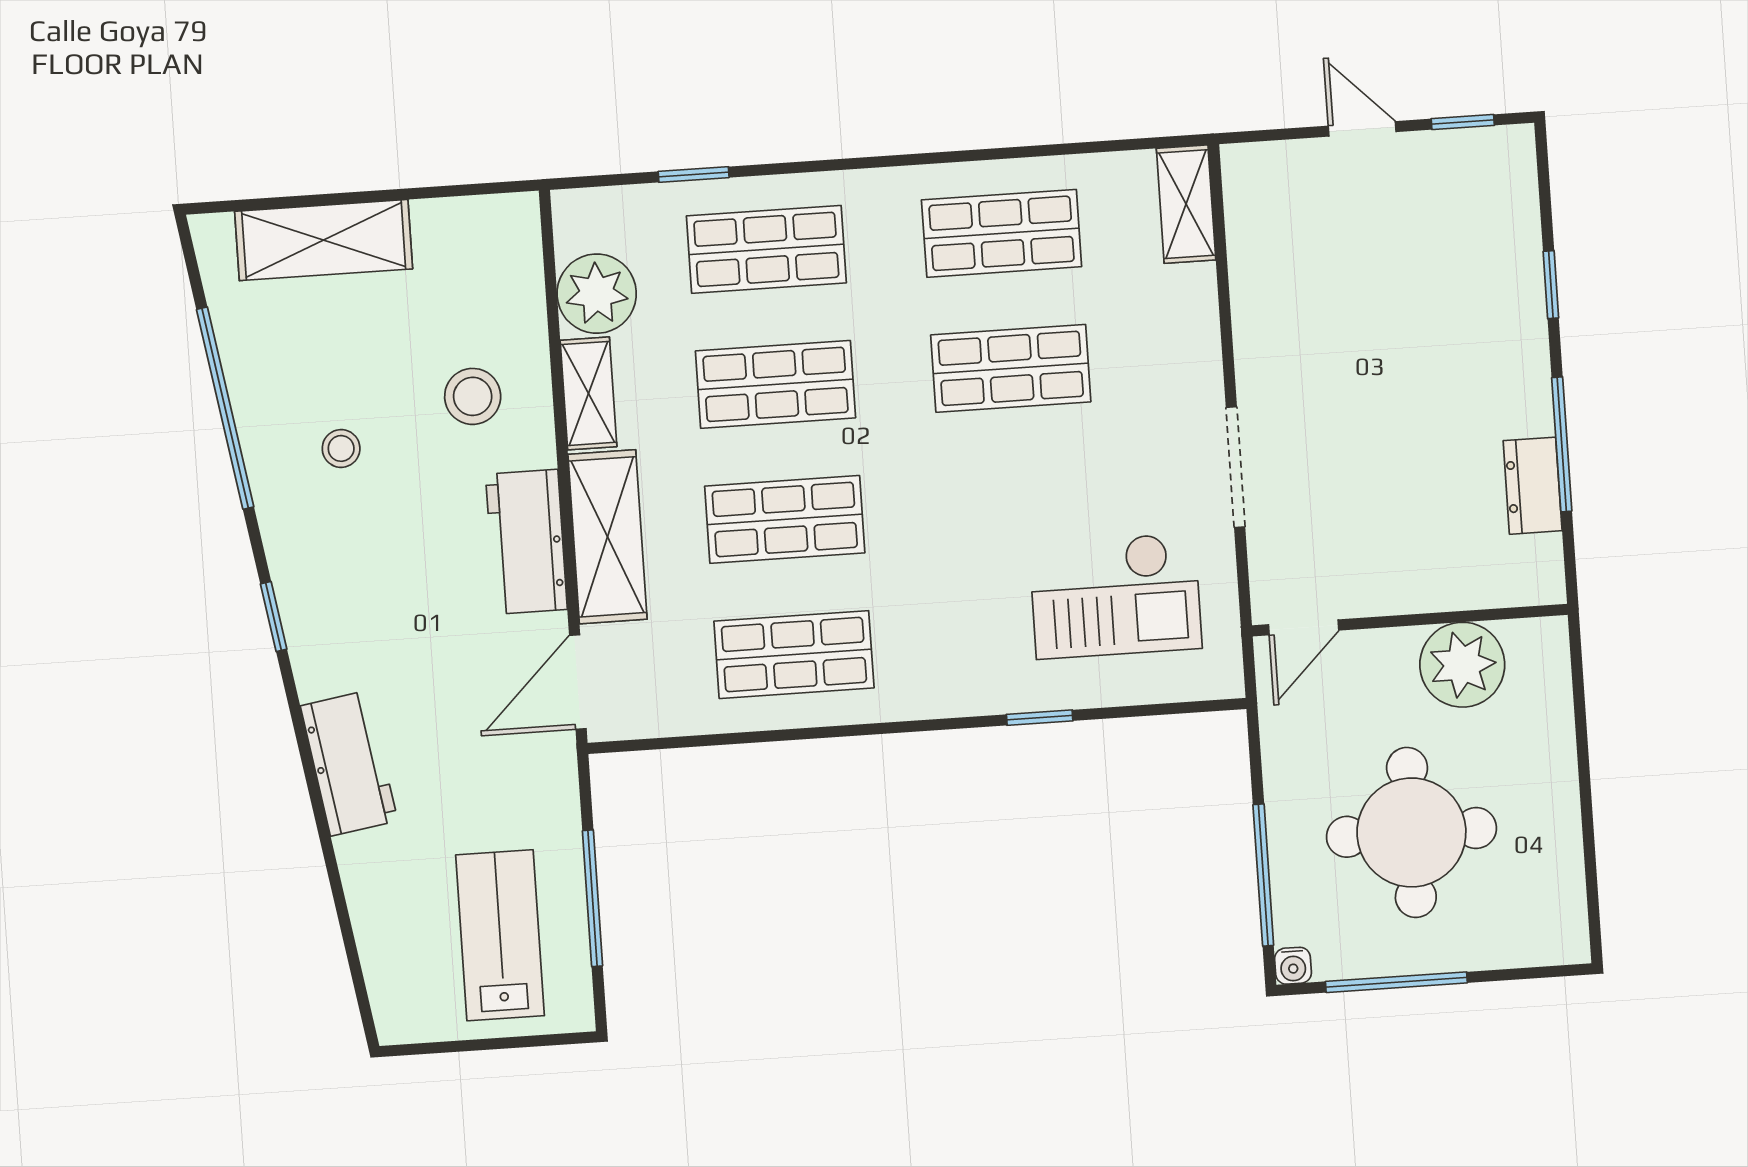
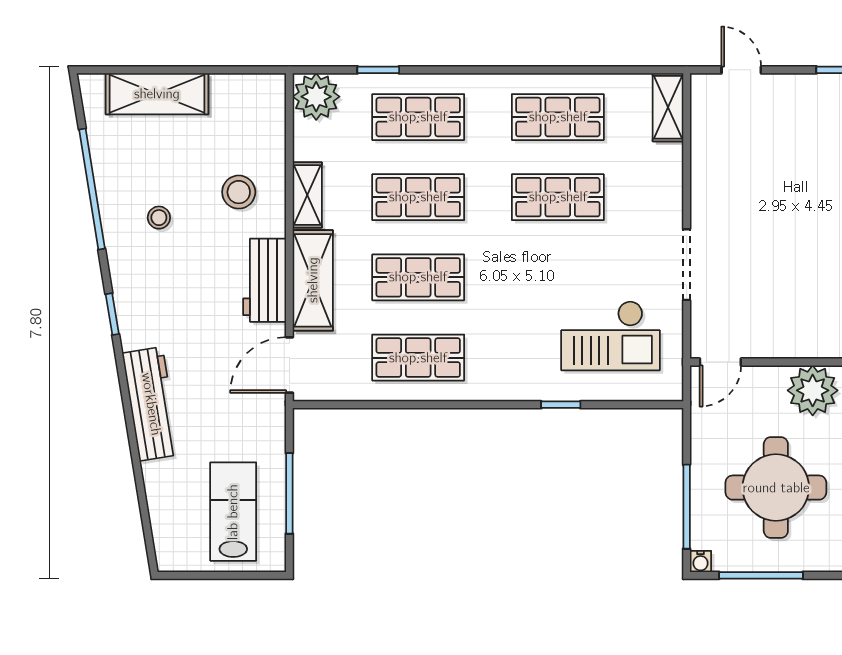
door: (1362, 129) -> (741, 70), moved
plant: (597, 294) -> (316, 97), moved
workbench: (349, 763) -> (151, 404), width x1.38

